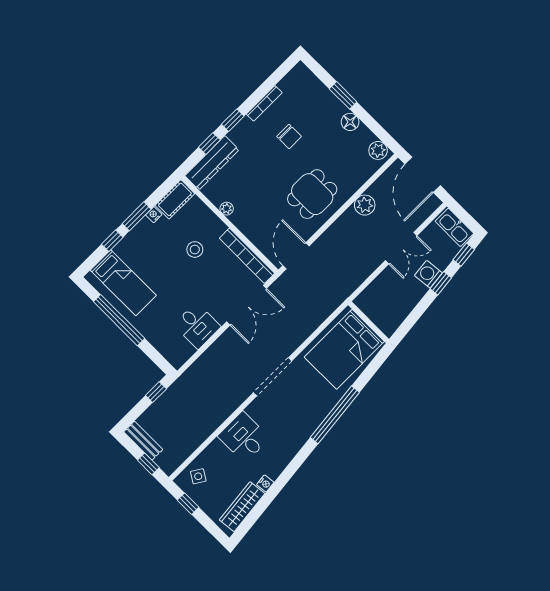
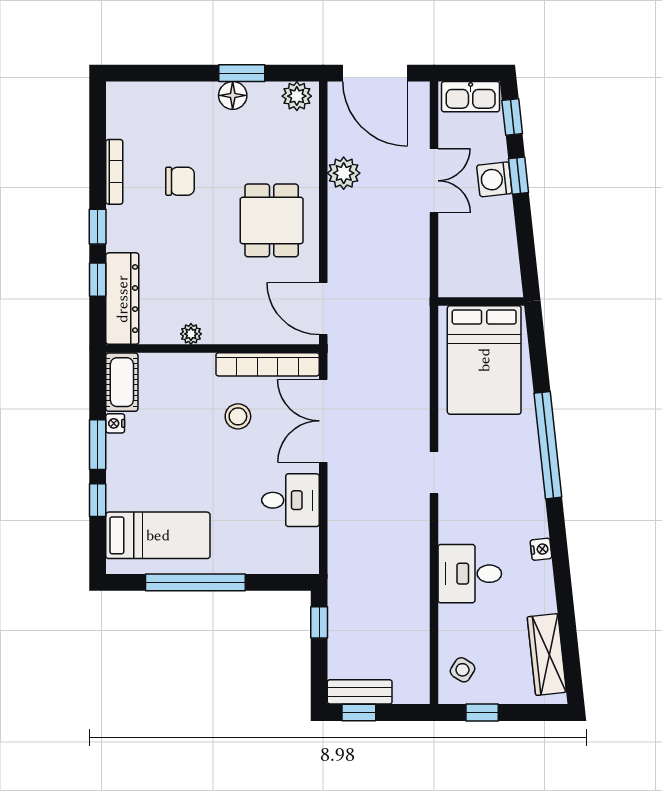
window: (343, 95) -> (242, 73), moved
stool: (195, 249) -> (238, 416), moved
double door: (247, 305) -> (323, 421), swing flipped
doorway: (273, 377) -> (434, 473), width x0.53
window: (148, 464) -> (359, 712), moved
nightstand: (265, 483) -> (541, 549), moved

